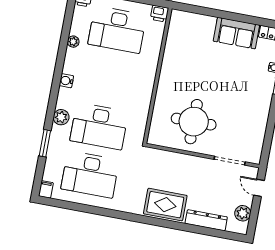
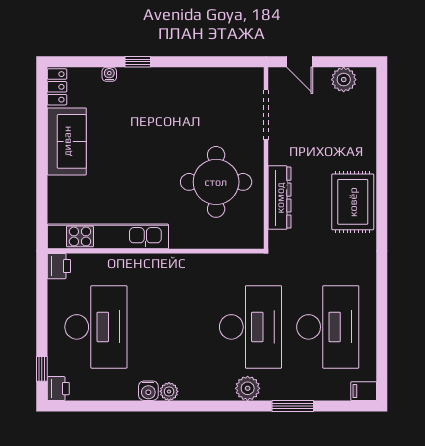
plant: (73, 42) -> (169, 391), moved
kitchen unit: (172, 48) -> (108, 236), added
water cooler: (66, 81) -> (148, 391), moved
door: (259, 188) -> (300, 62), hinge flipped
dresser: (206, 220) -> (280, 198), moved, turned 180

